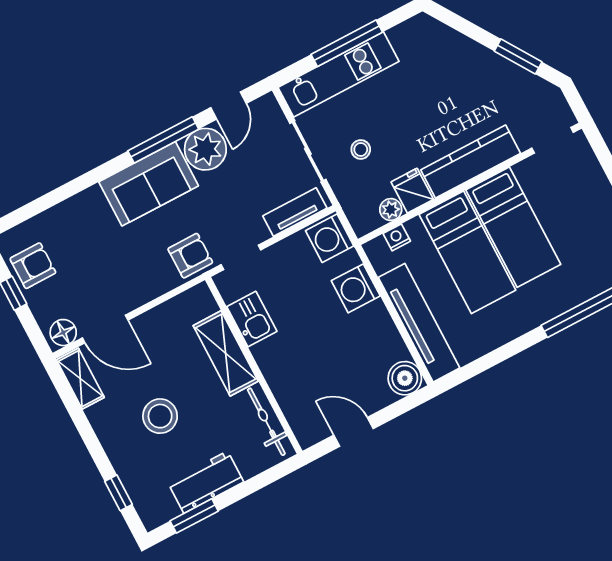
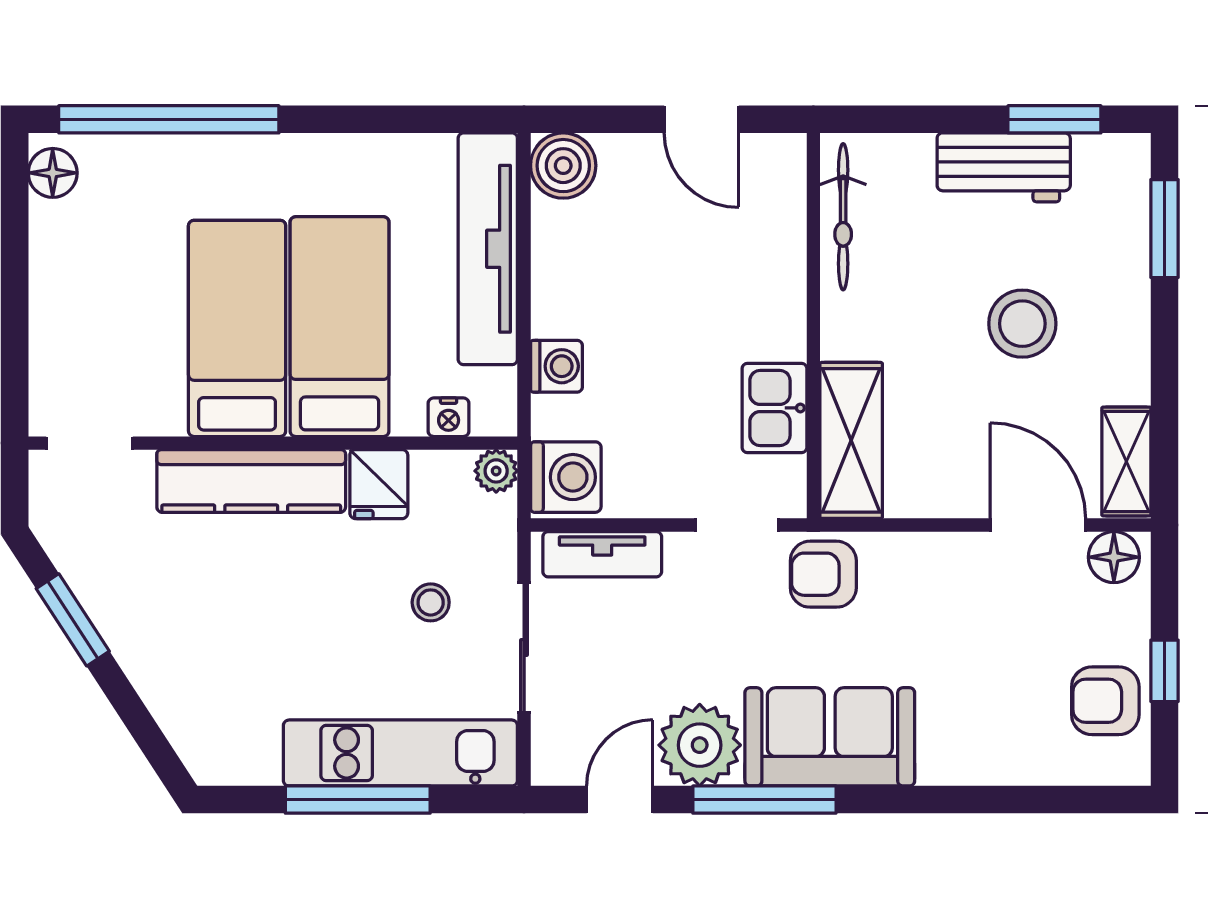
plant: (391, 209) -> (496, 471), moved
washing machine: (356, 288) -> (556, 366), width x0.73, depth x0.73
shelving: (226, 353) -> (851, 440), moved
window: (119, 493) -> (1164, 229), width x1.50

